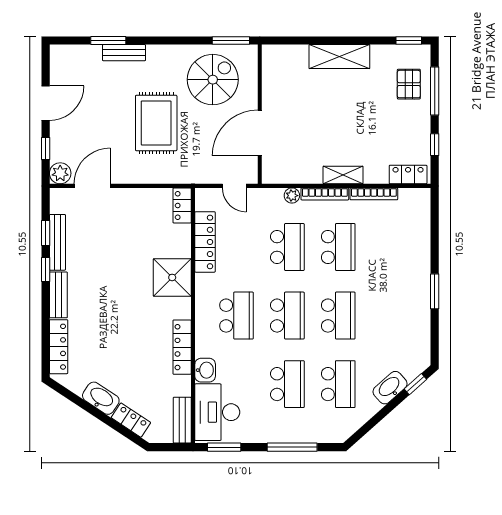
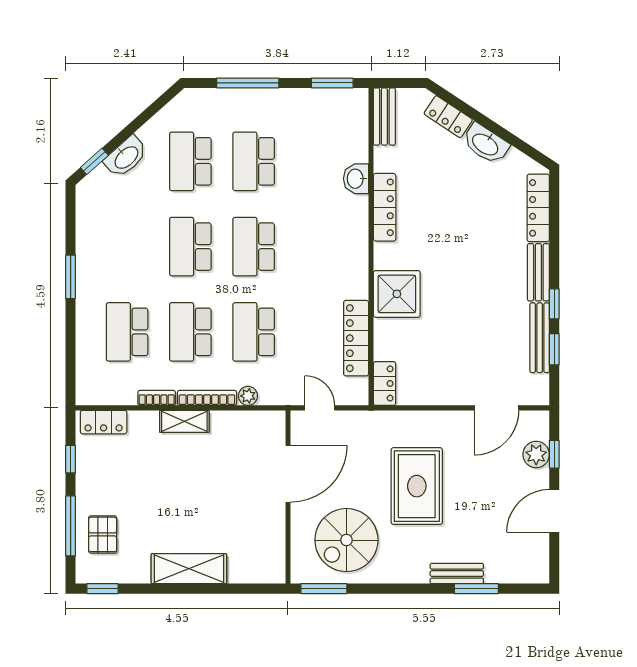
plant: (60, 173) -> (536, 454), moved
bookcase: (374, 194) -> (157, 398), width x0.64
school desk: (236, 316) -> (127, 332), moved
desk: (217, 412) -> (341, 126), removed

